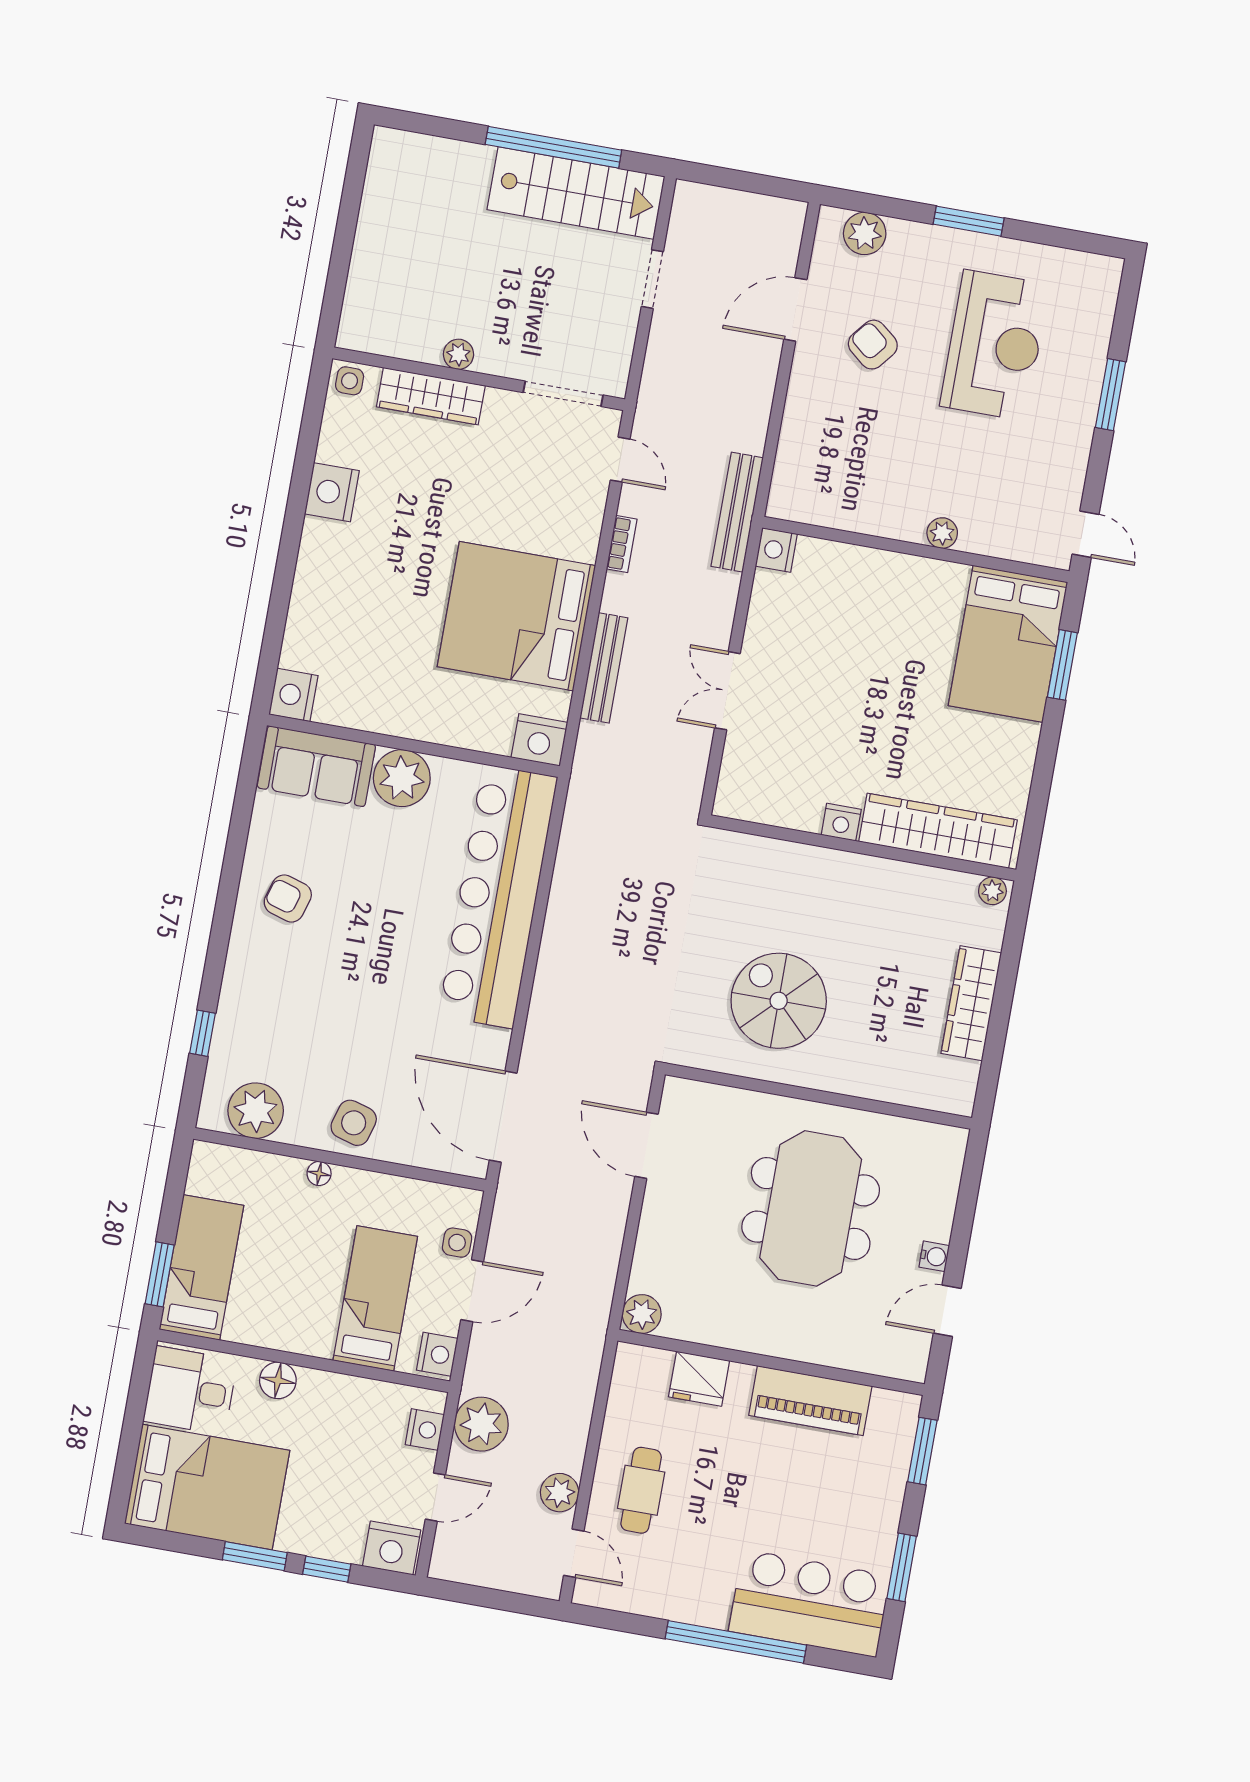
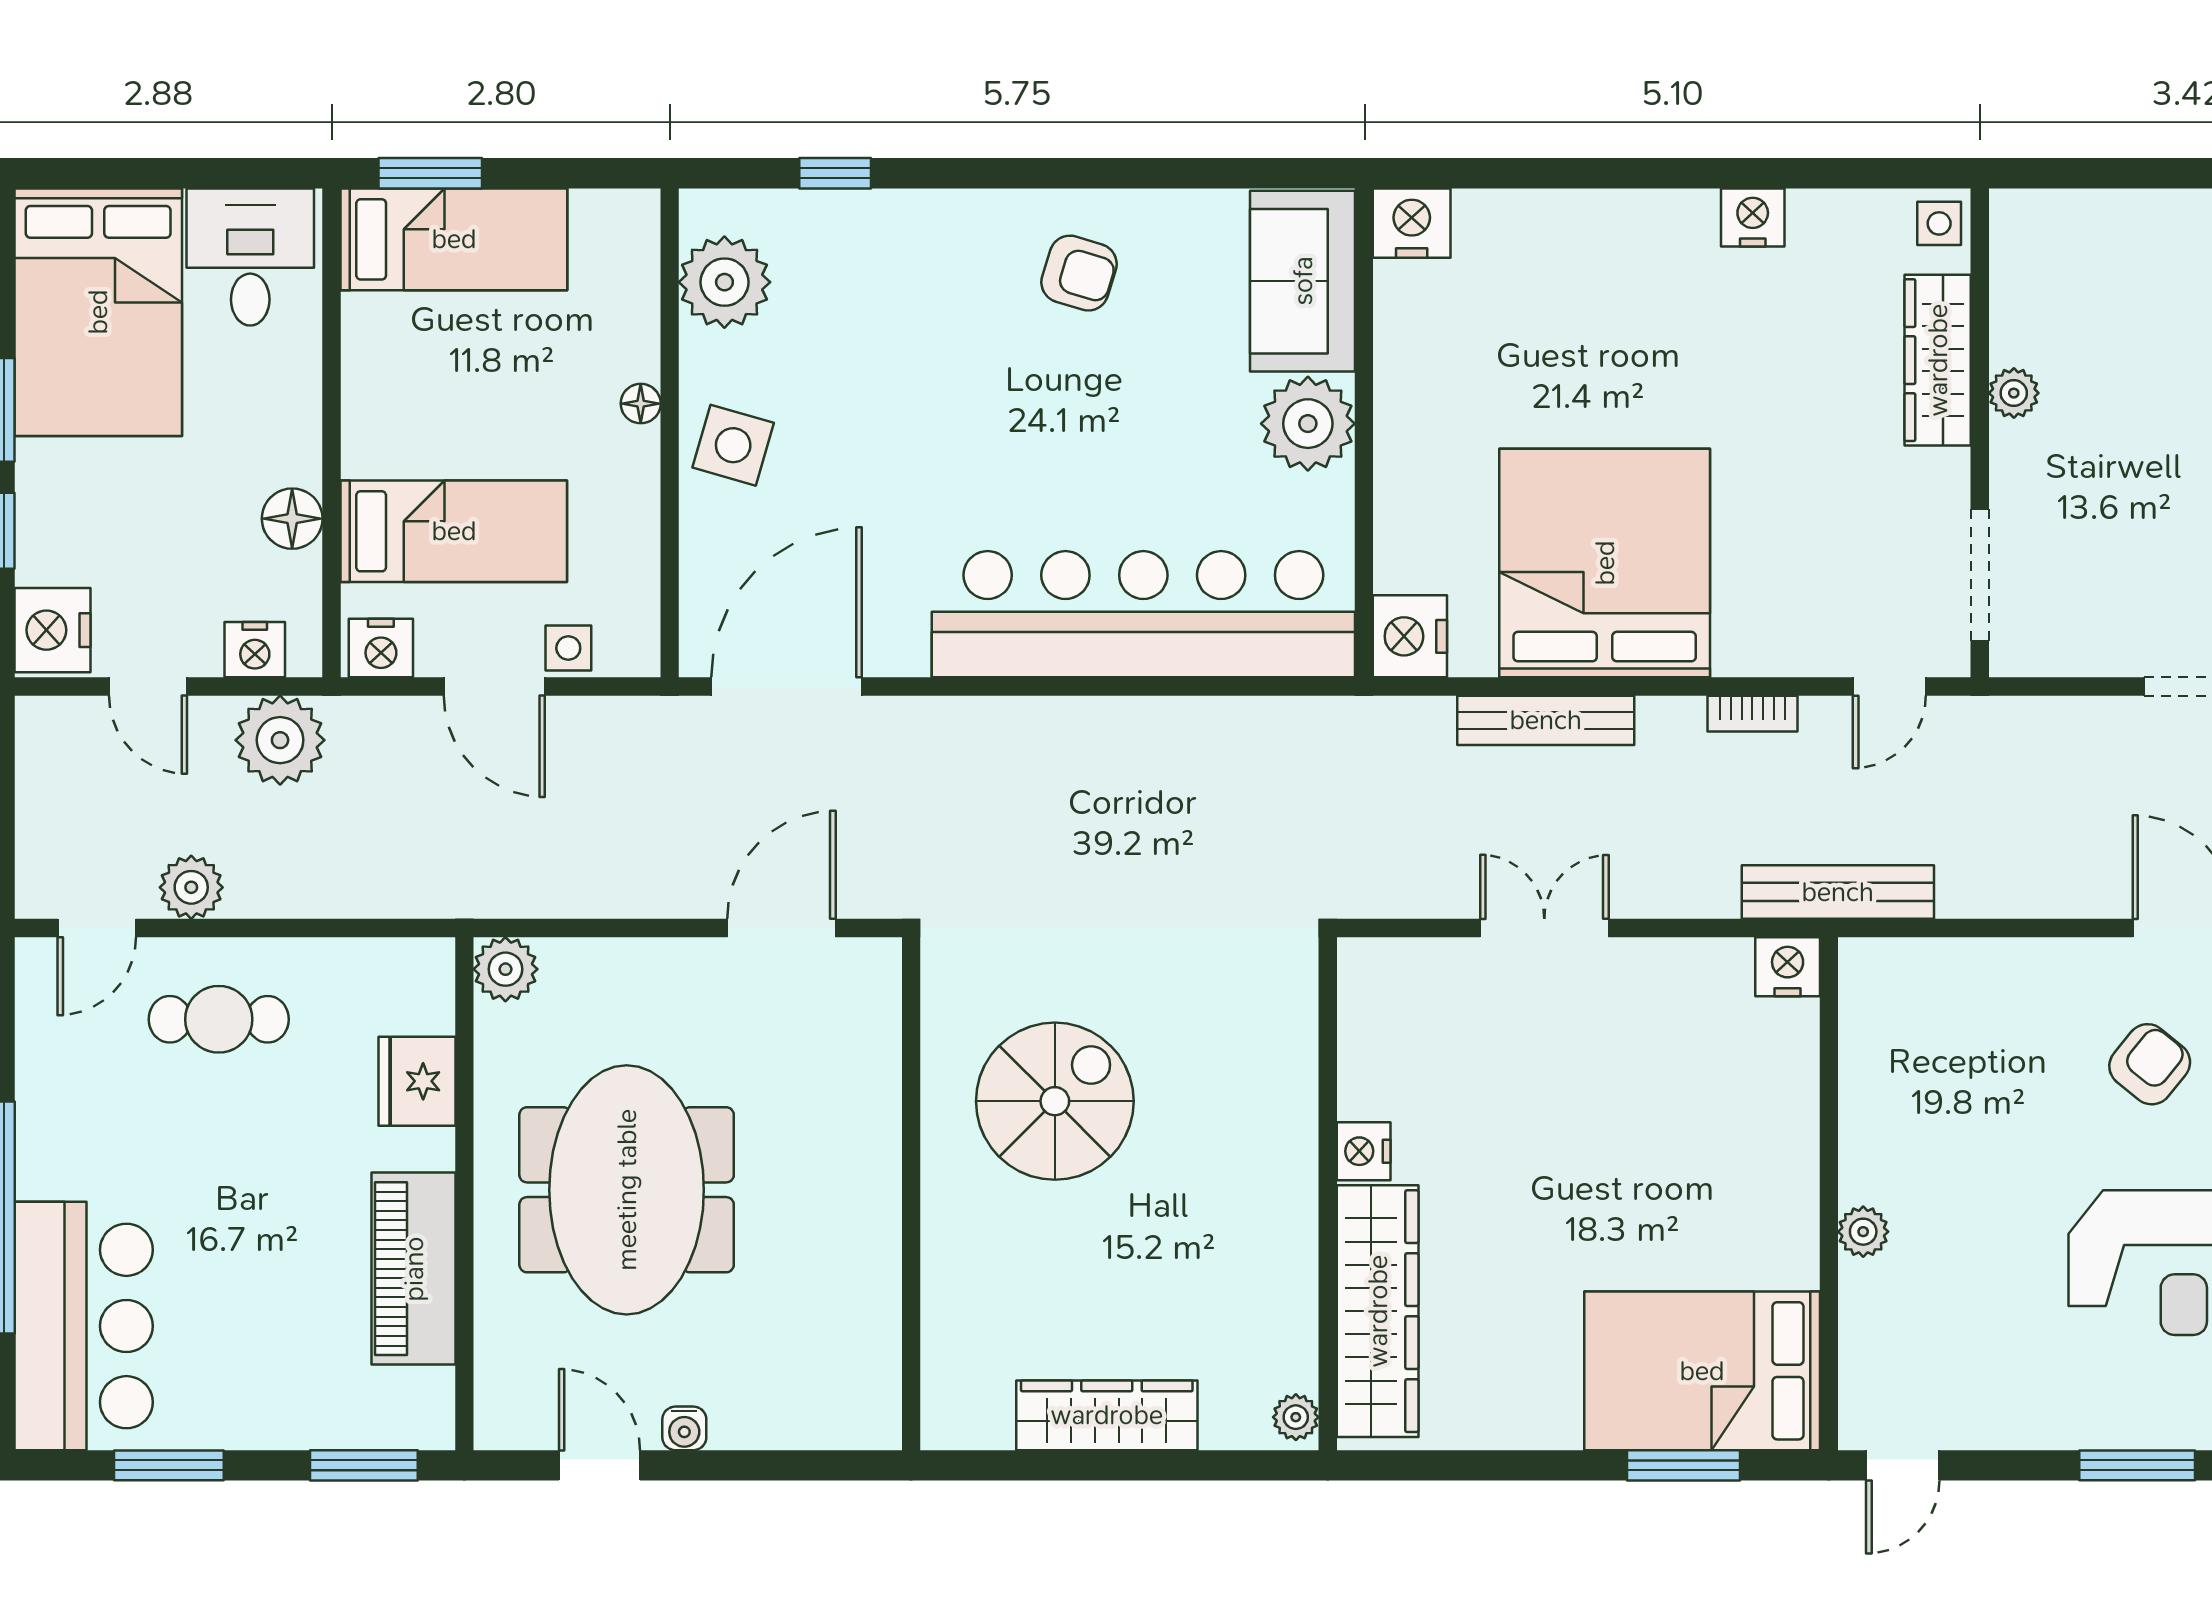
nightstand: (332, 492) -> (1753, 218), width x0.74, depth x0.75
armchair: (288, 899) -> (1079, 273), turned 90
meeting table: (811, 1208) -> (627, 1190), moved, turned 90
floor lamp: (278, 1380) -> (292, 519), moved

